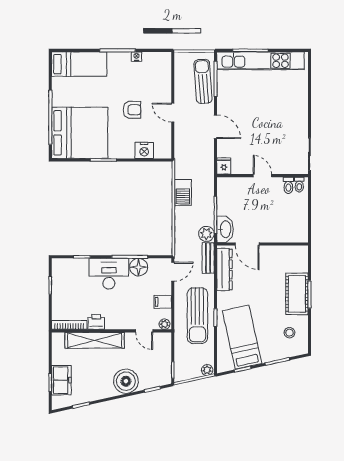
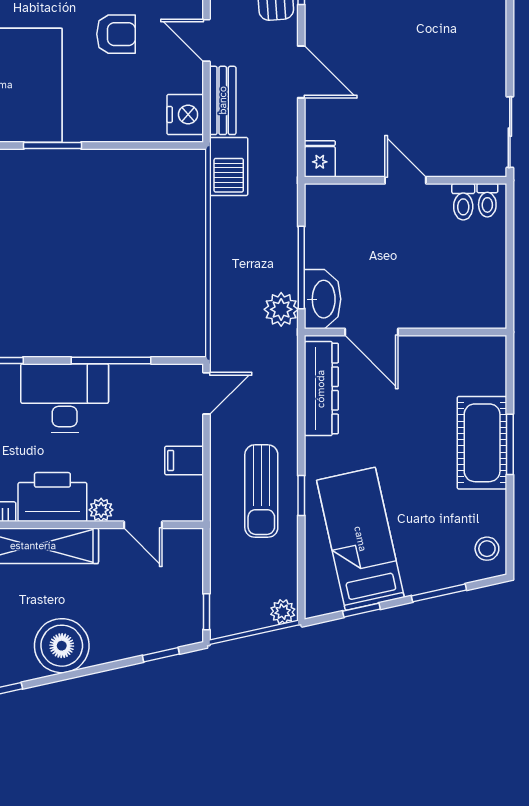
nightstand: (144, 150) -> (185, 114), moved, turned -90
barbecue: (183, 193) -> (229, 166), moved
bench: (208, 258) -> (223, 100), moved
floor lamp: (139, 267) -> (131, 383), removed
sun lounger: (197, 316) -> (261, 491), width x0.73, depth x0.75
printer: (96, 322) -> (52, 497), width x1.87, depth x1.48
plant: (164, 324) -> (101, 510), moved
stool: (289, 333) -> (487, 549), moved
boiler: (126, 381) -> (62, 646), moved

